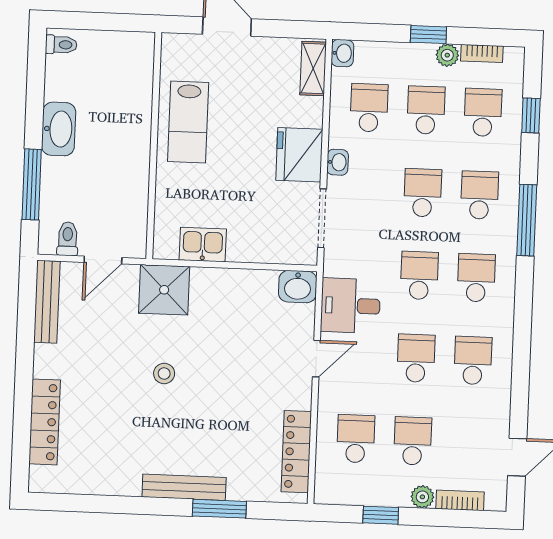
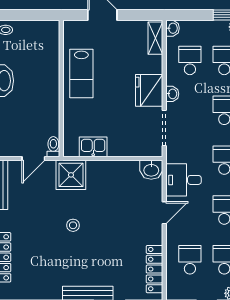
toilet: (68, 239) -> (53, 147), moved

